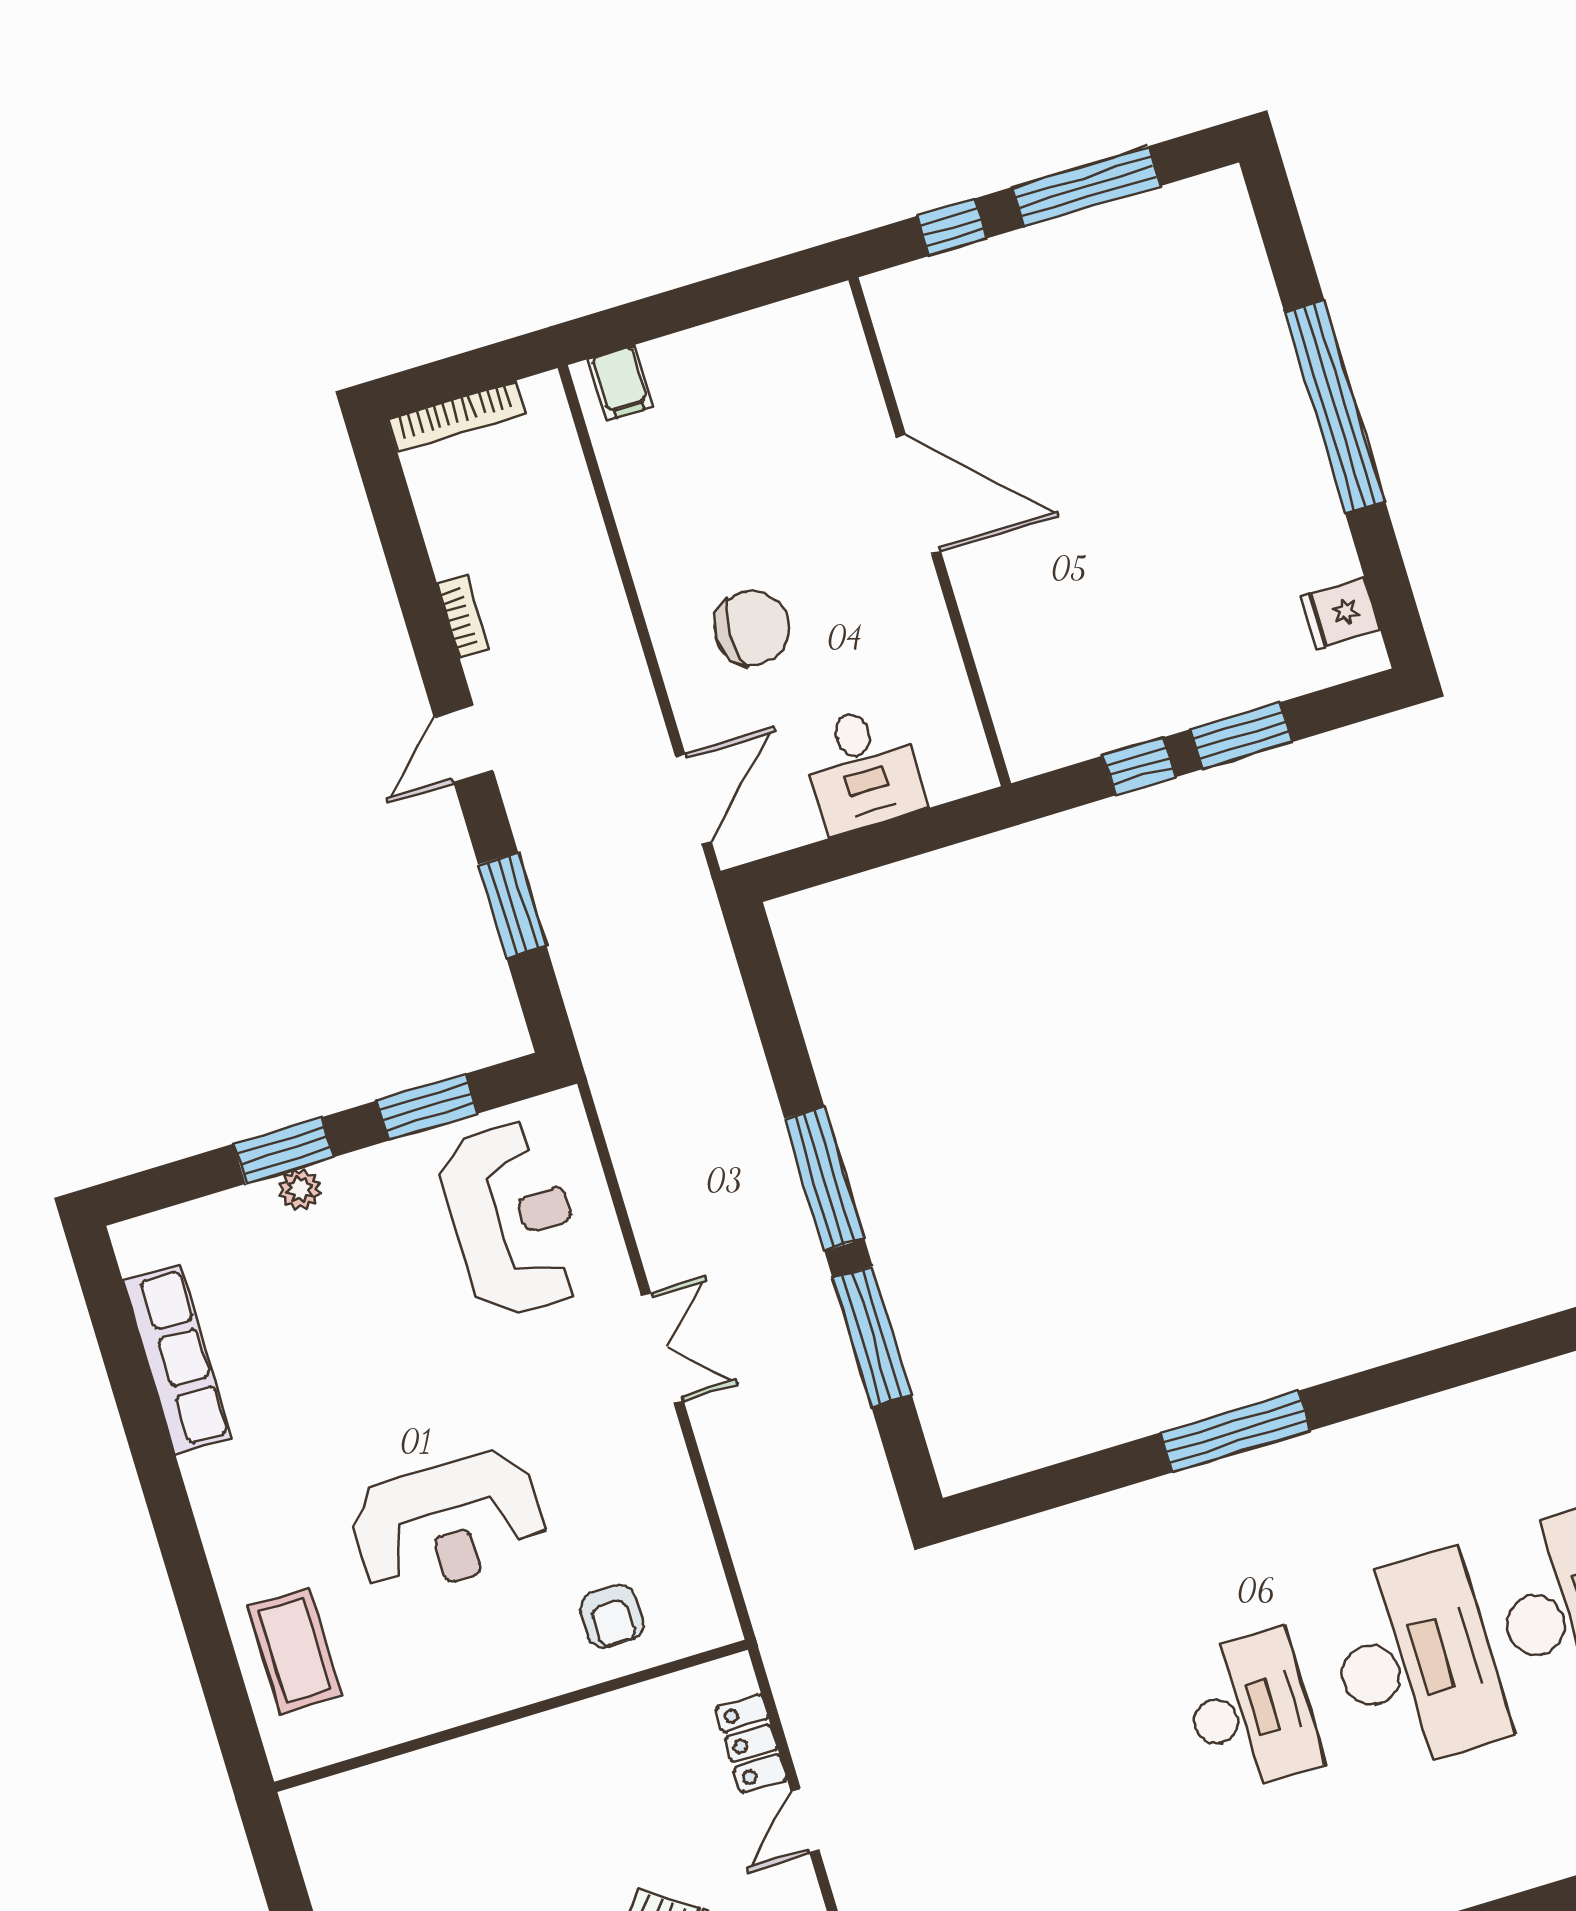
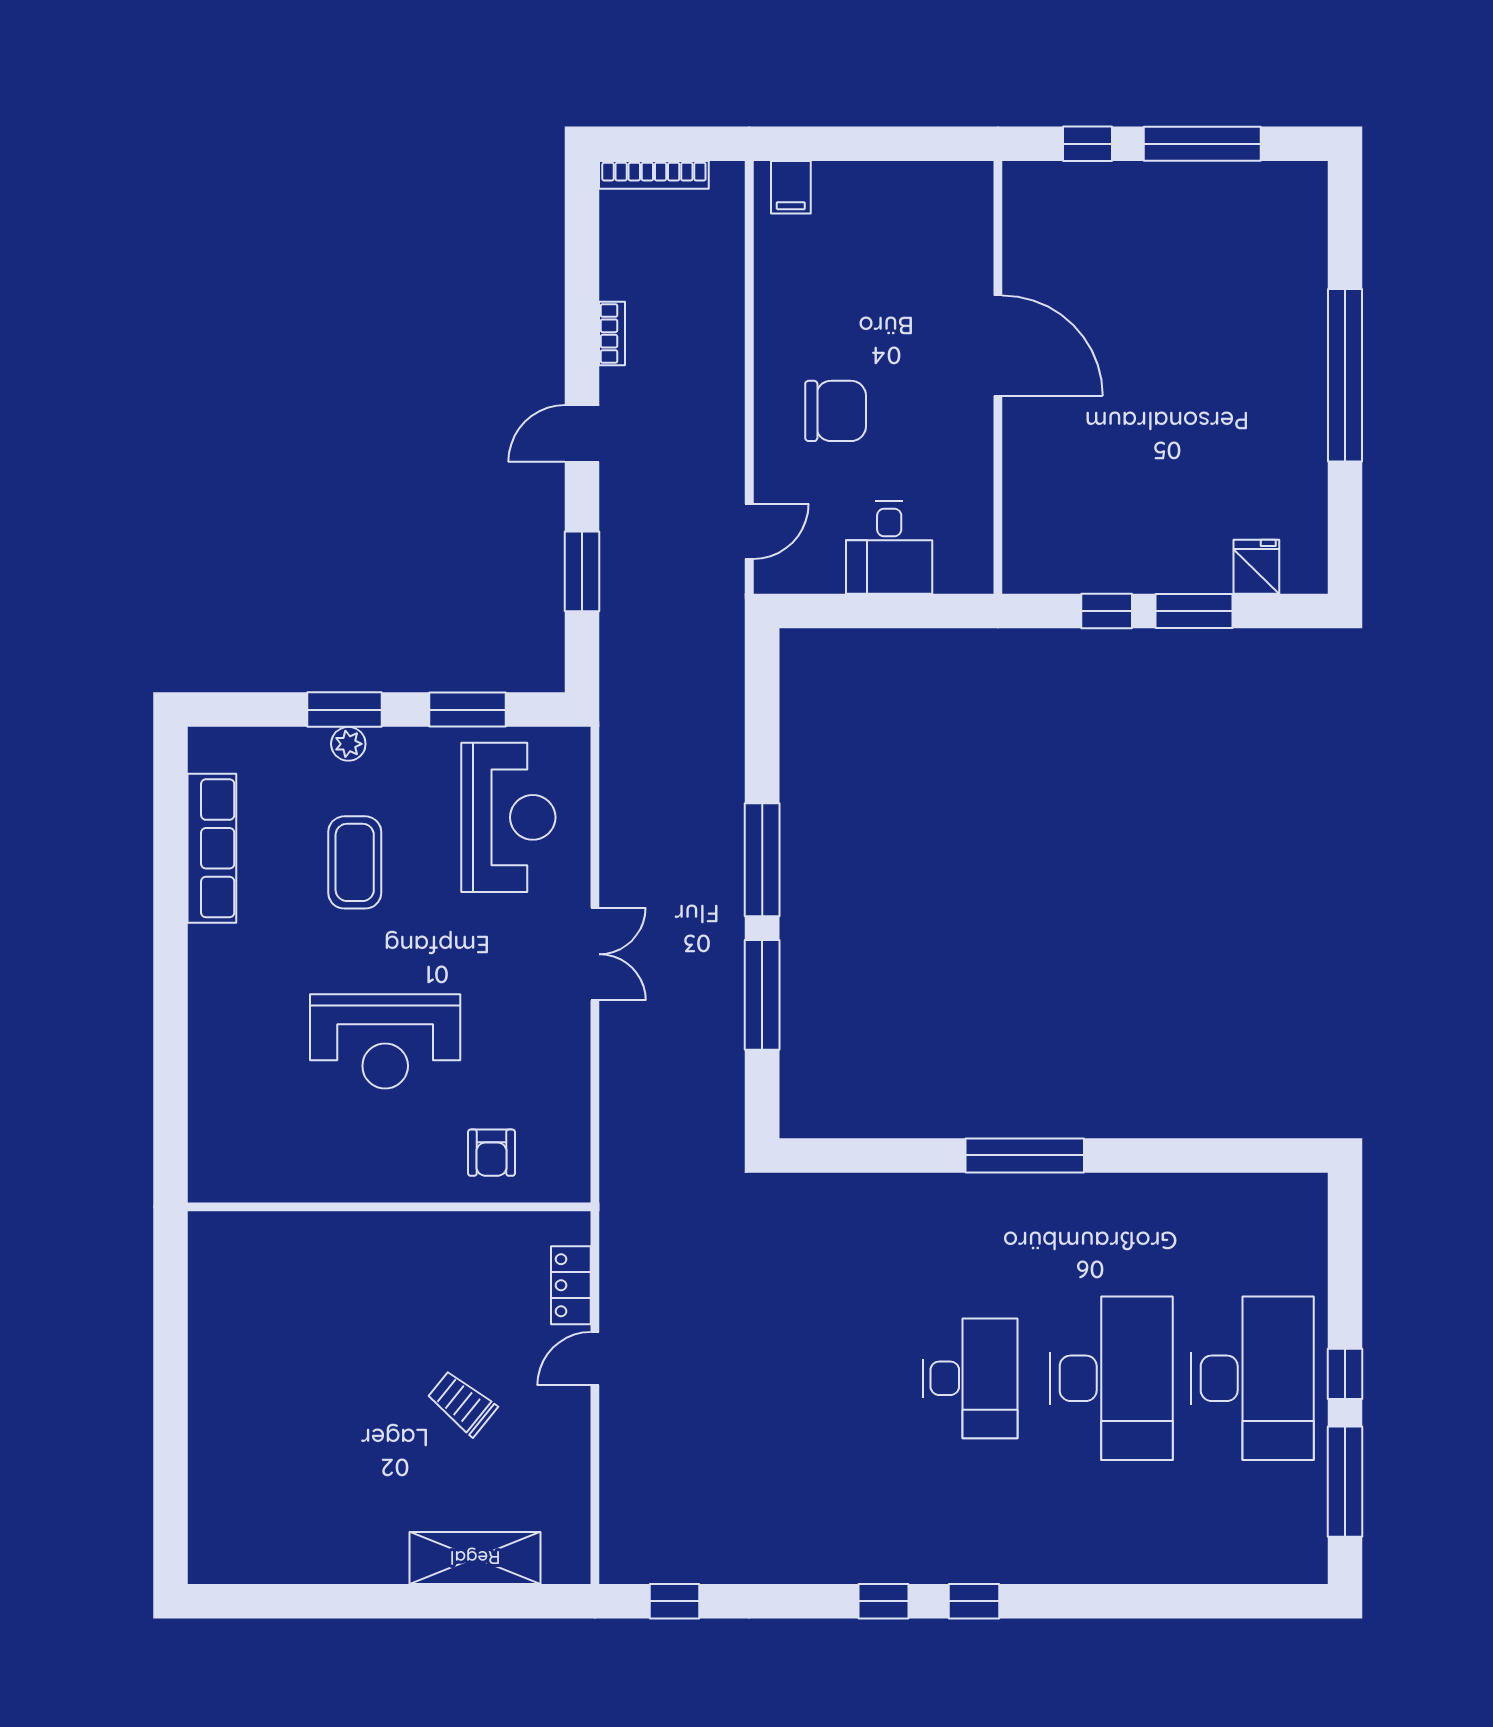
fridge: (1341, 613) -> (1256, 567), moved, turned 90
door: (693, 799) -> (749, 531), width x0.73
coffee table: (295, 1651) -> (355, 862), moved

